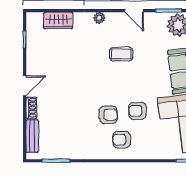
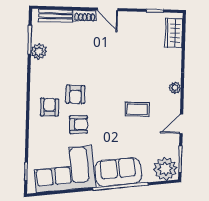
wardrobe: (58, 20) -> (174, 33), moved
coffee table: (121, 54) -> (137, 109), turned 90
armchair: (138, 111) -> (79, 124), turned 88
plant: (67, 152) -> (39, 51), added

